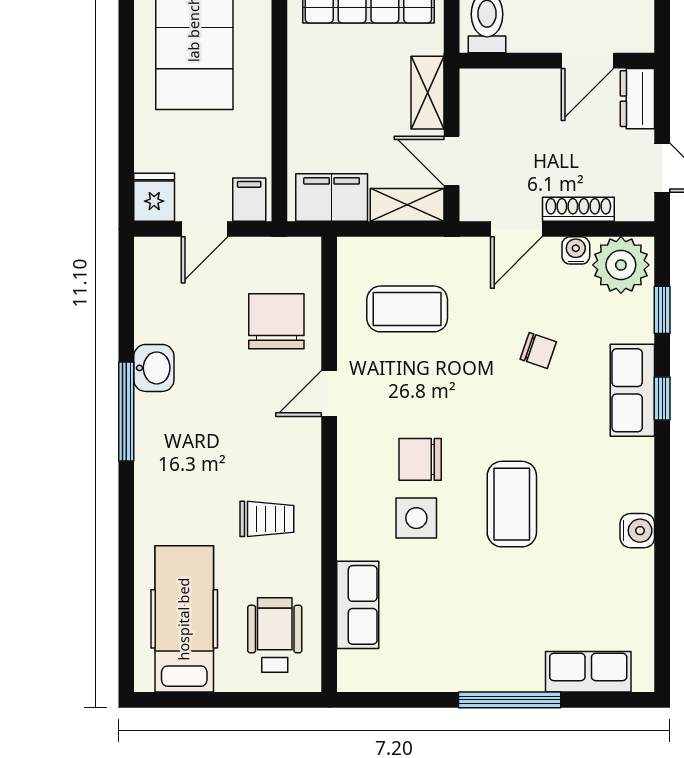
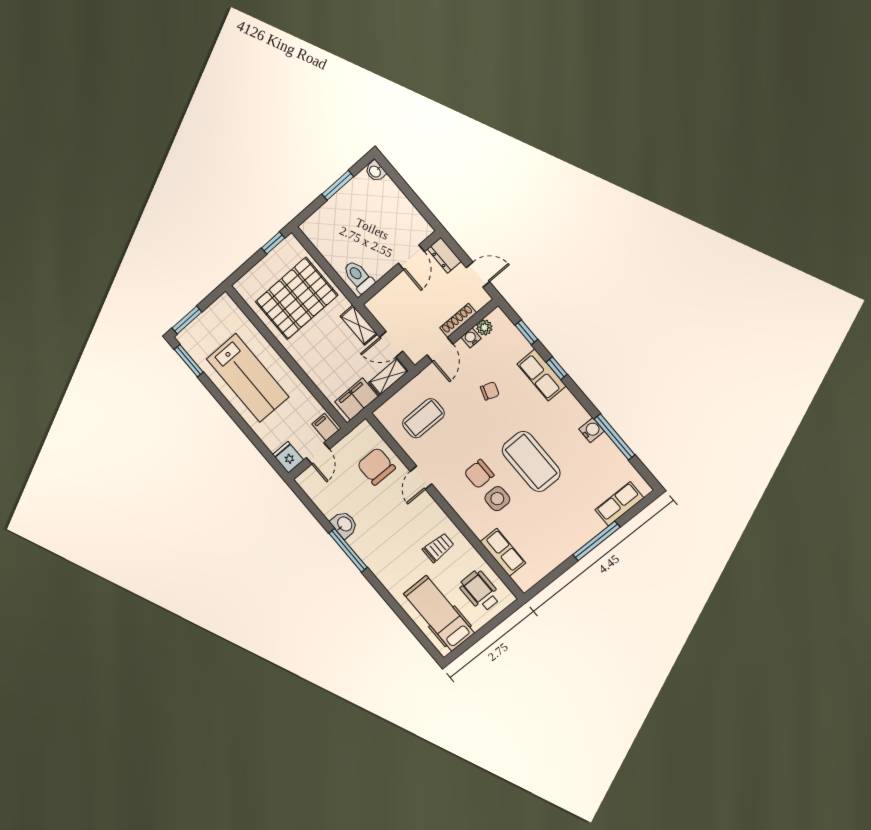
plant: (621, 265) -> (484, 327), width x0.53, depth x0.53
coffee table: (512, 504) -> (531, 461), width x1.36, depth x1.32
window: (662, 568) -> (615, 437), added

